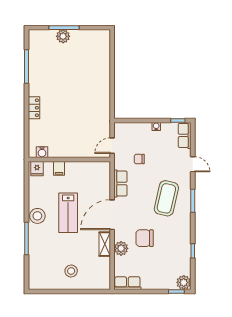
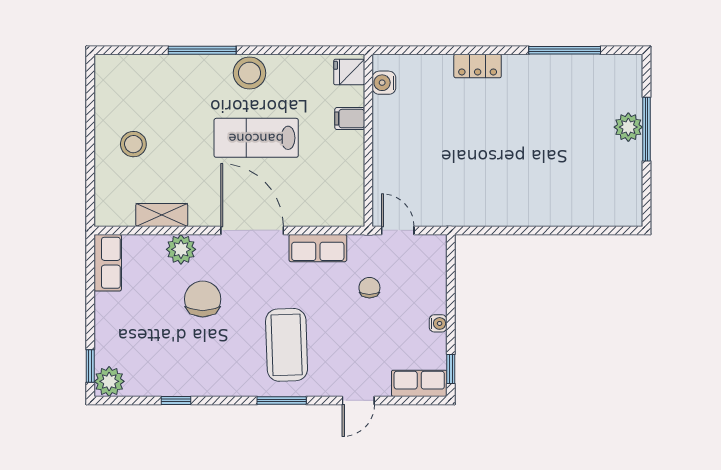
coffee table: (166, 198) -> (287, 345), turned 75
shelving: (105, 244) -> (162, 215), moved

